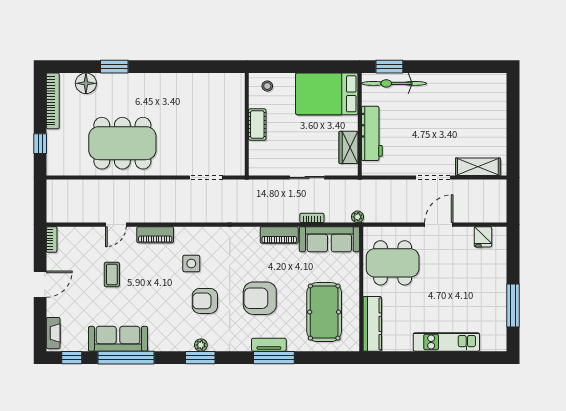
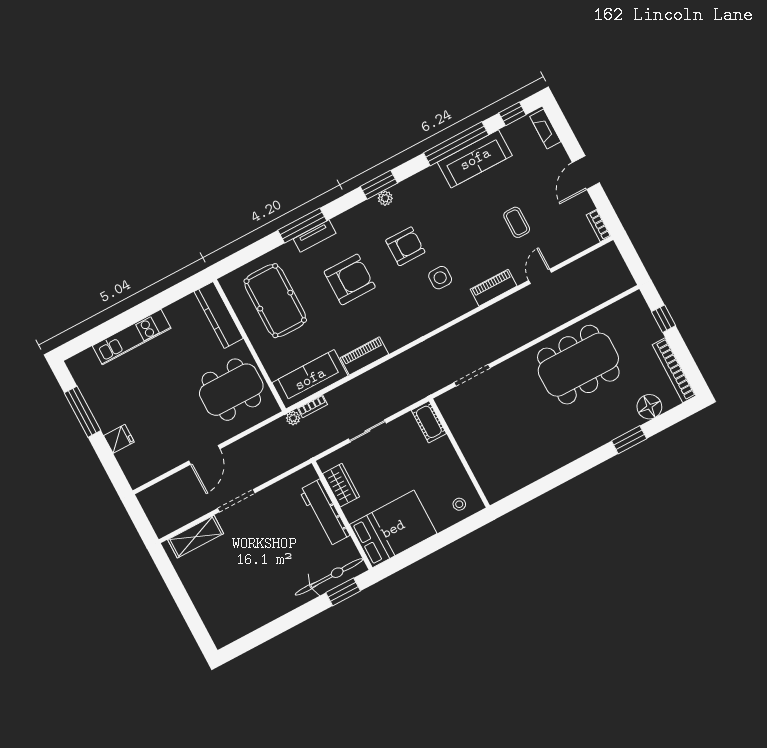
cot: (257, 125) -> (429, 422), moved
bookcase: (312, 218) -> (313, 406), moved
fridge: (483, 237) -> (119, 439), moved, turned 90

